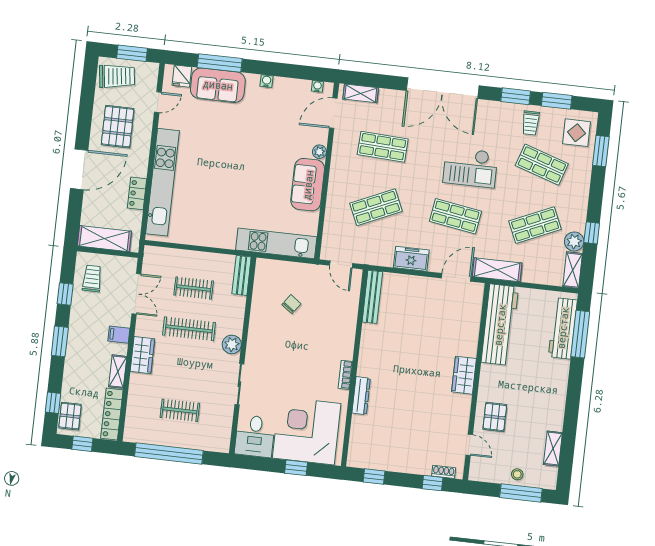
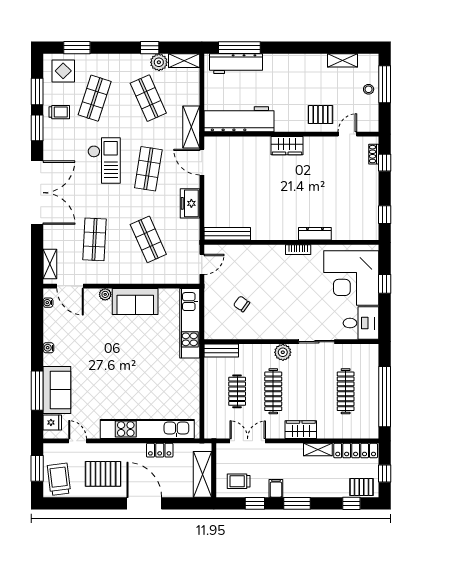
filing cabinet: (119, 335) -> (276, 488), moved, turned 180
clothes rail: (180, 410) -> (346, 391), width x1.36

